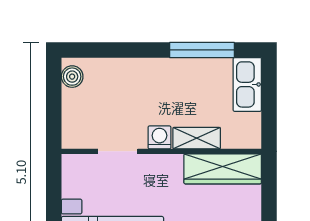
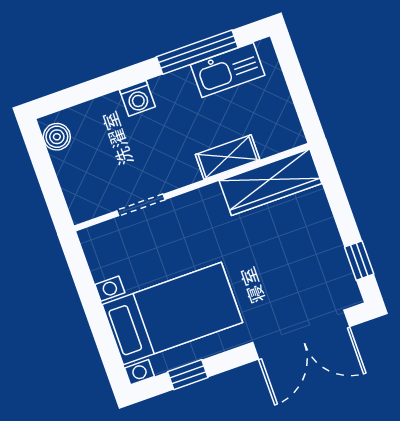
kitchen sink: (247, 84) -> (228, 70), moved, turned -90
washing machine: (159, 137) -> (137, 98), moved, turned 180

